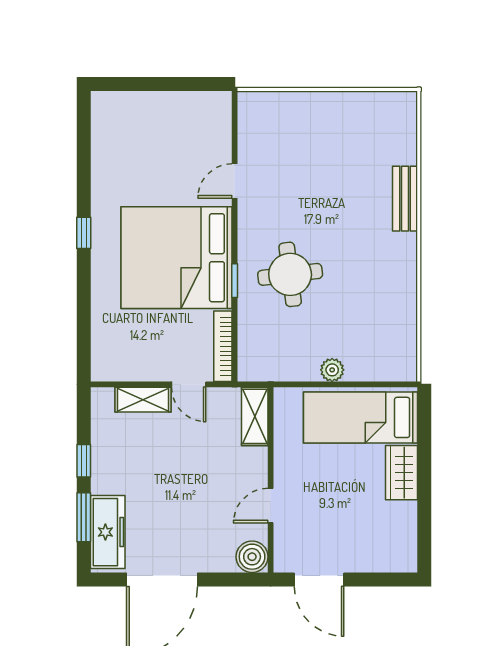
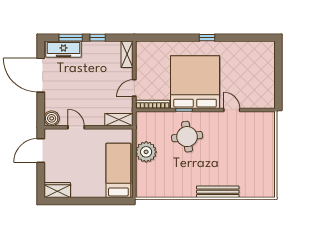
bench: (405, 199) -> (218, 192), width x1.36
plant: (332, 370) -> (146, 152), width x1.87, depth x1.87
shelving: (143, 400) -> (127, 54), moved
wardrobe: (402, 473) -> (57, 190), moved

